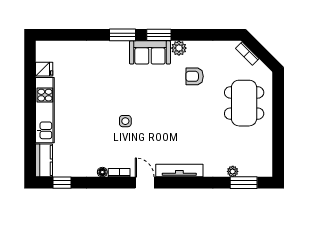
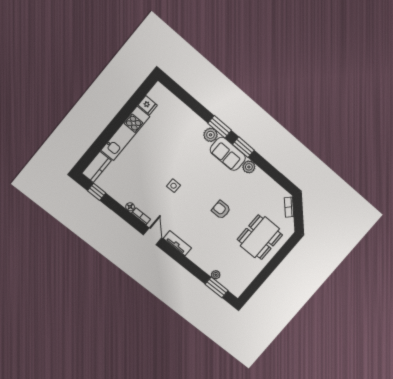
plant: (120, 49) -> (211, 135), added
armchair: (195, 76) -> (221, 210), moved
tv unit: (179, 171) -> (177, 243), width x0.71

